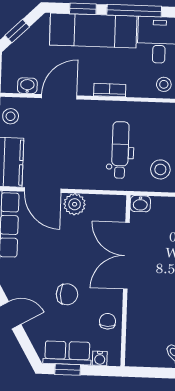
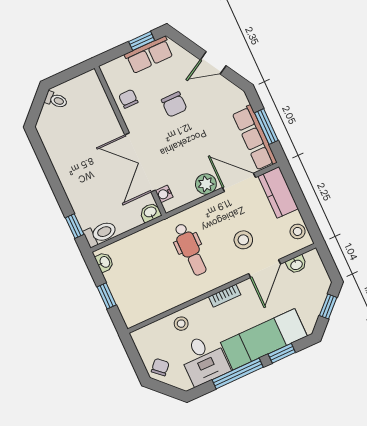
stool: (160, 169) -> (243, 240), moved
double door: (126, 256) -> (140, 162), swing flipped
chair: (67, 294) -> (174, 105), turned -90
chair: (107, 321) -> (128, 99), turned 180
water cooler: (100, 358) -> (164, 194), moved, turned -90

